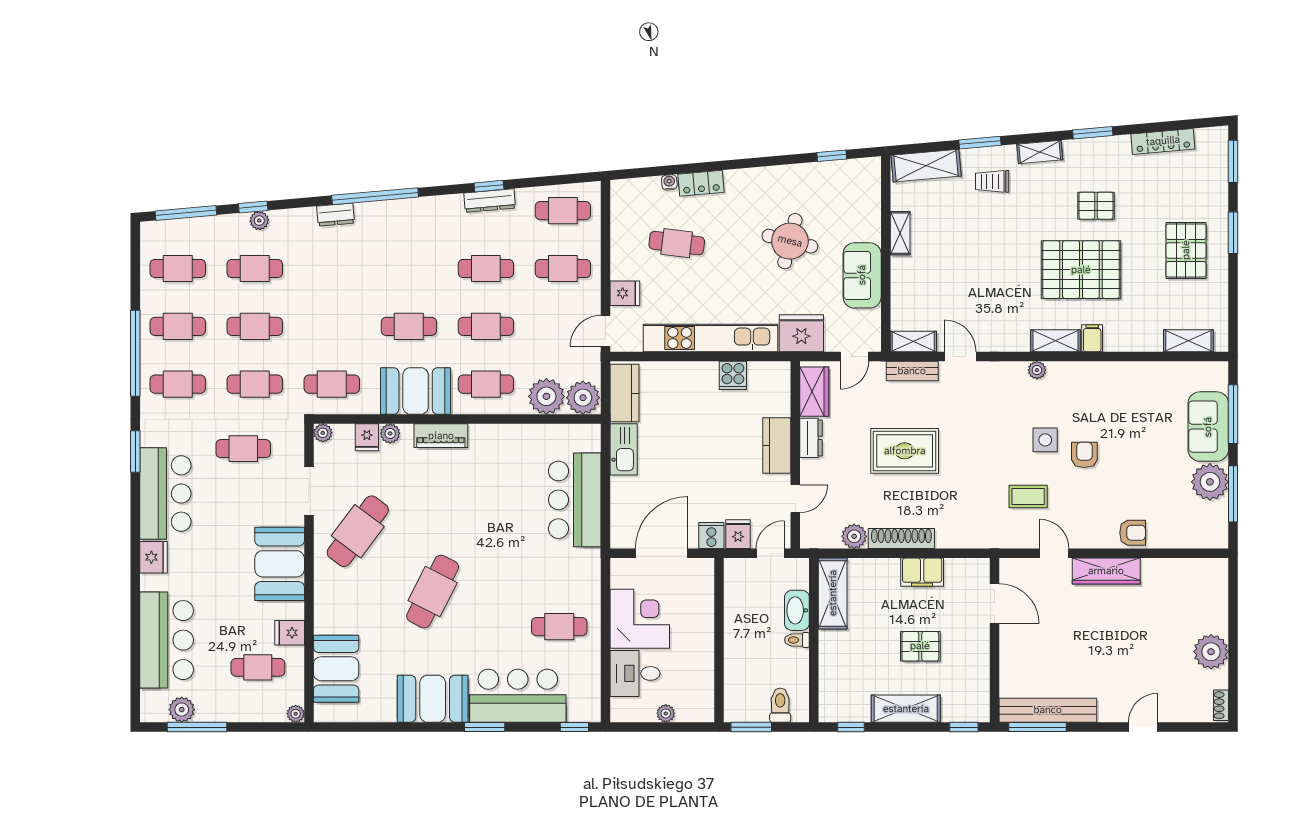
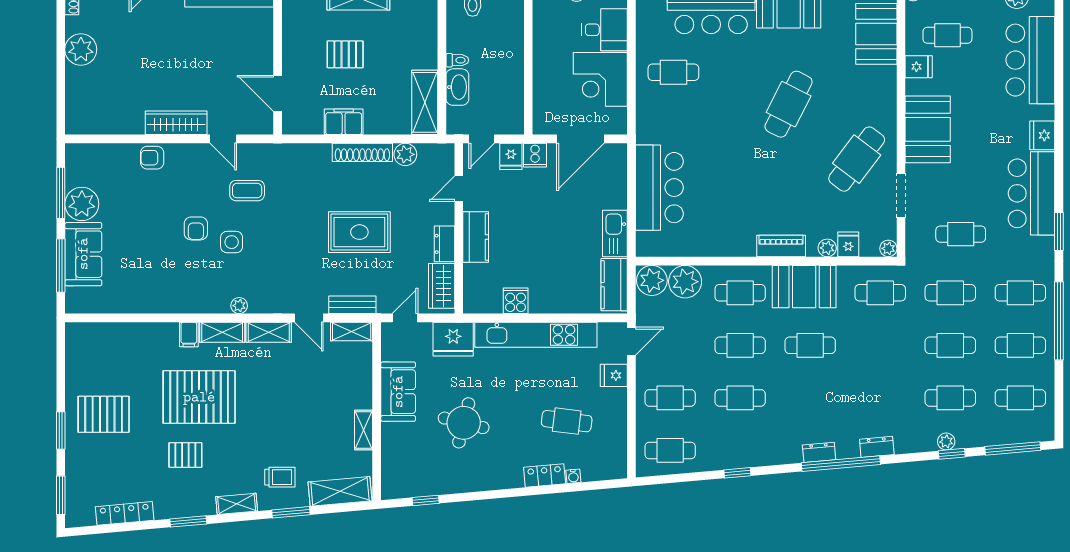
dresser: (490, 201) -> (819, 452), moved, width x0.70
pallet: (1186, 250) -> (104, 414), turned 90
shelving: (1188, 341) -> (269, 332), moved

